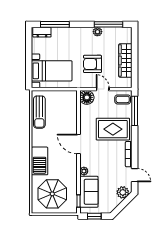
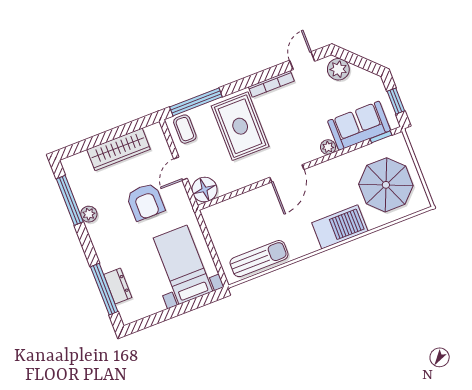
dresser: (42, 32) -> (118, 286), moved

